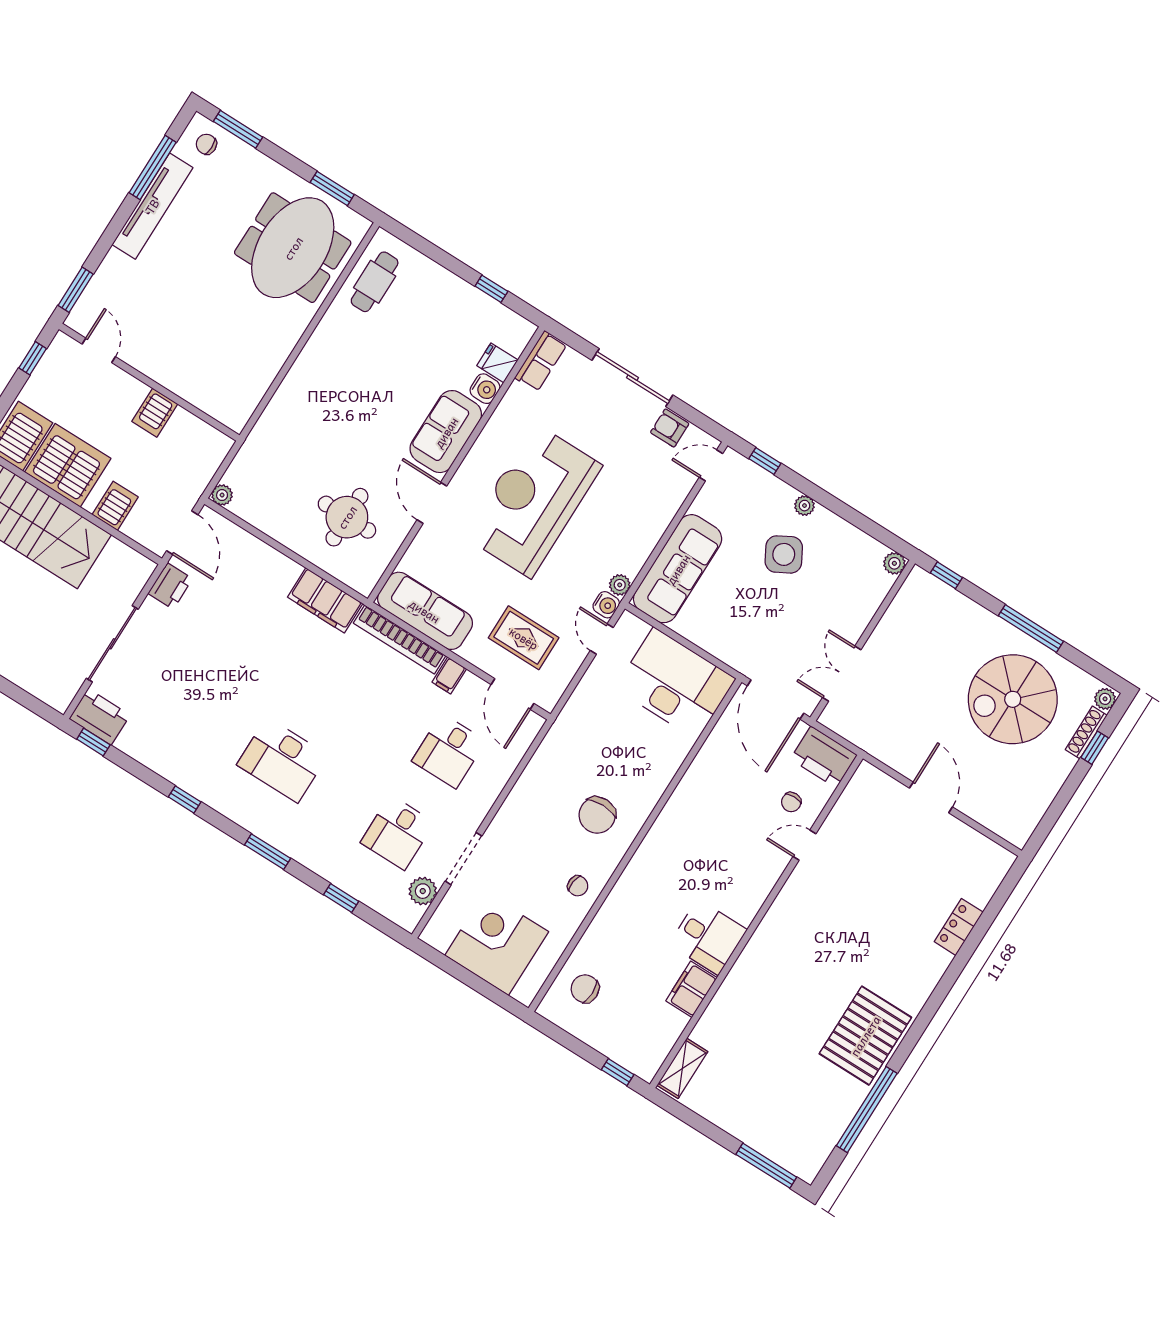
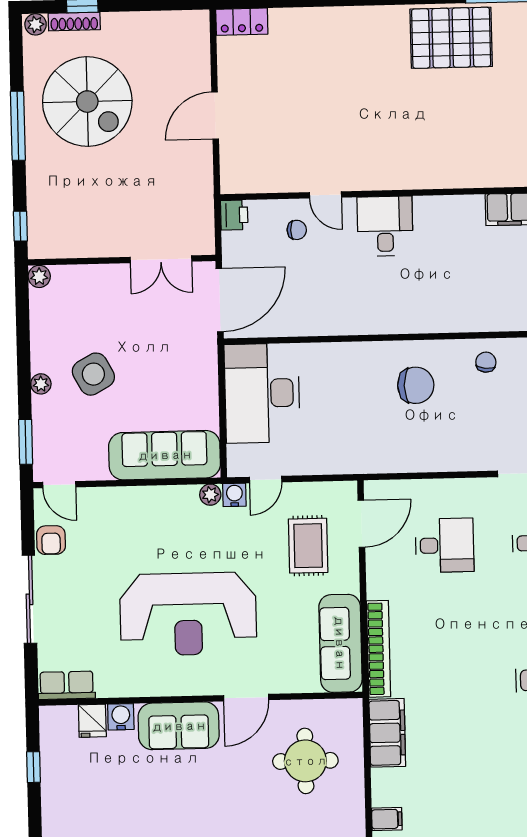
window: (765, 461) -> (26, 442), width x1.50
filing cabinet: (449, 675) -> (387, 819), moved
printer: (824, 757) -> (234, 215), width x0.53, depth x0.68
locker: (959, 927) -> (242, 22), moved
desk: (708, 937) -> (385, 226), moved

